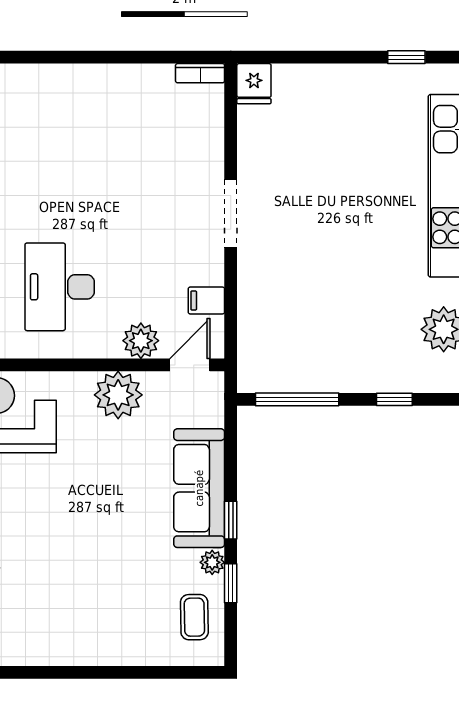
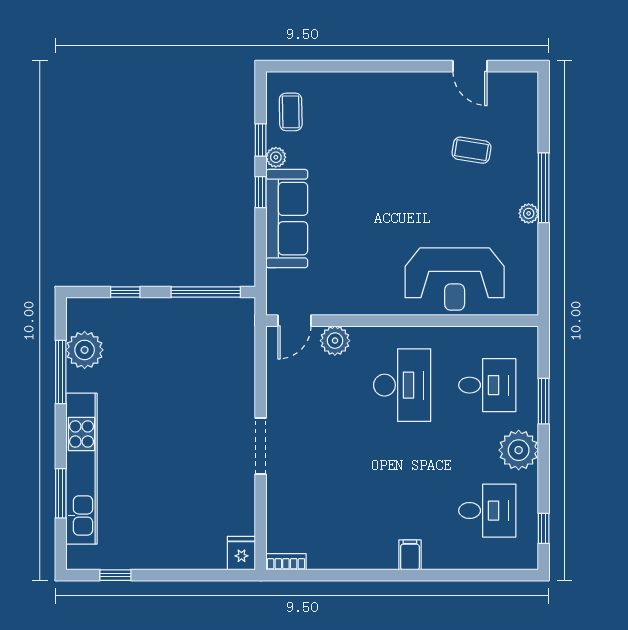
filing cabinet: (206, 300) -> (410, 555), moved, turned -90
plant: (118, 395) -> (354, 296), removed

